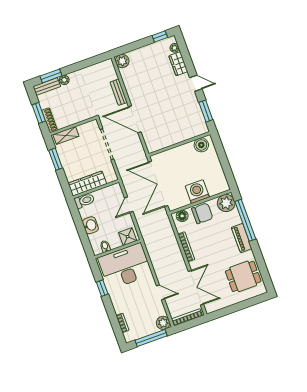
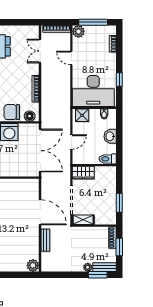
shelving: (66, 135) -> (83, 220), moved
wardrobe: (87, 184) -> (83, 172), moved, width x0.67
double door: (196, 288) -> (40, 51), width x0.73

